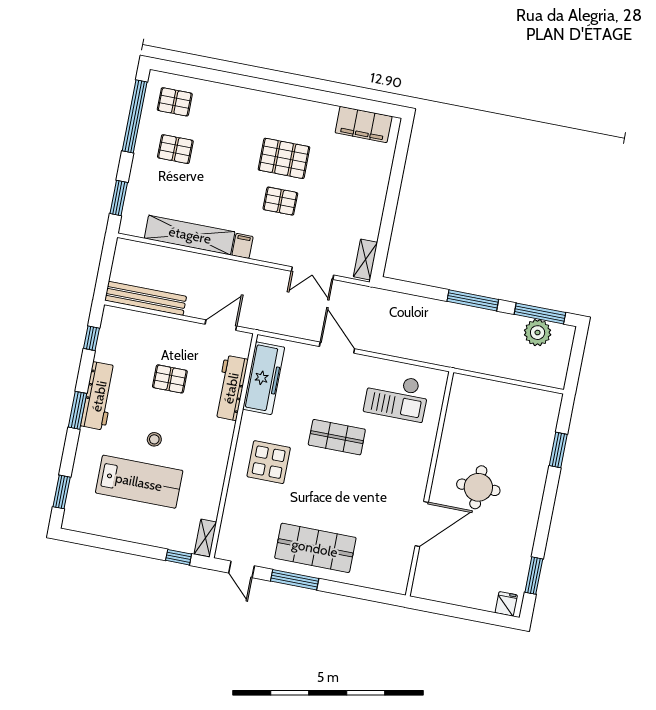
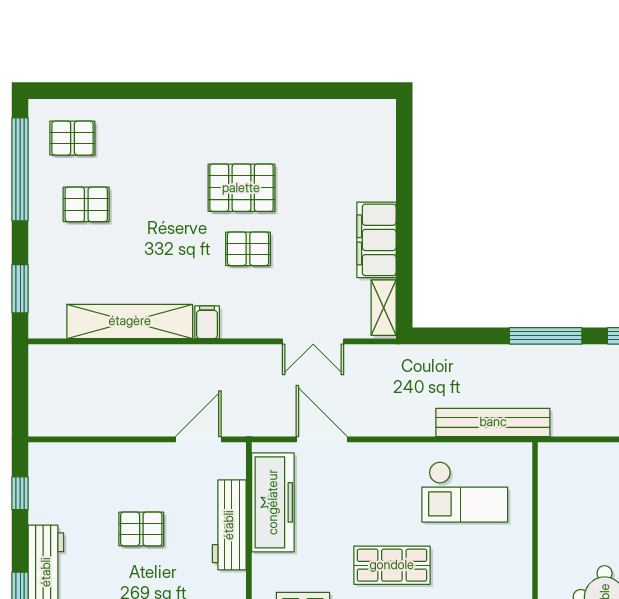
filing cabinet: (364, 125) -> (376, 240), moved, turned 90
bench: (146, 298) -> (493, 422), moved
door: (337, 348) -> (322, 439), moved

